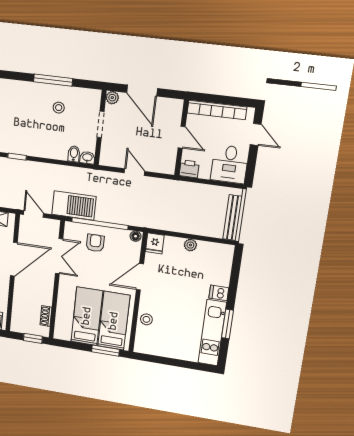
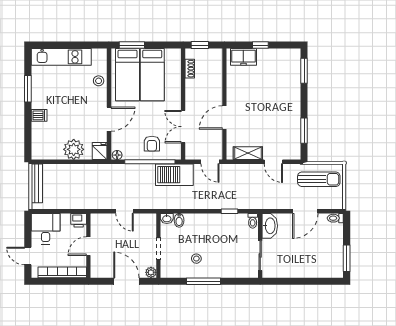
door: (182, 137) -> (88, 246), hinge flipped
plant: (190, 245) -> (74, 149), width x1.88, depth x1.88
door: (14, 259) -> (224, 117), width x0.73
kitchen unit: (212, 333) -> (61, 57), moved, turned 90

